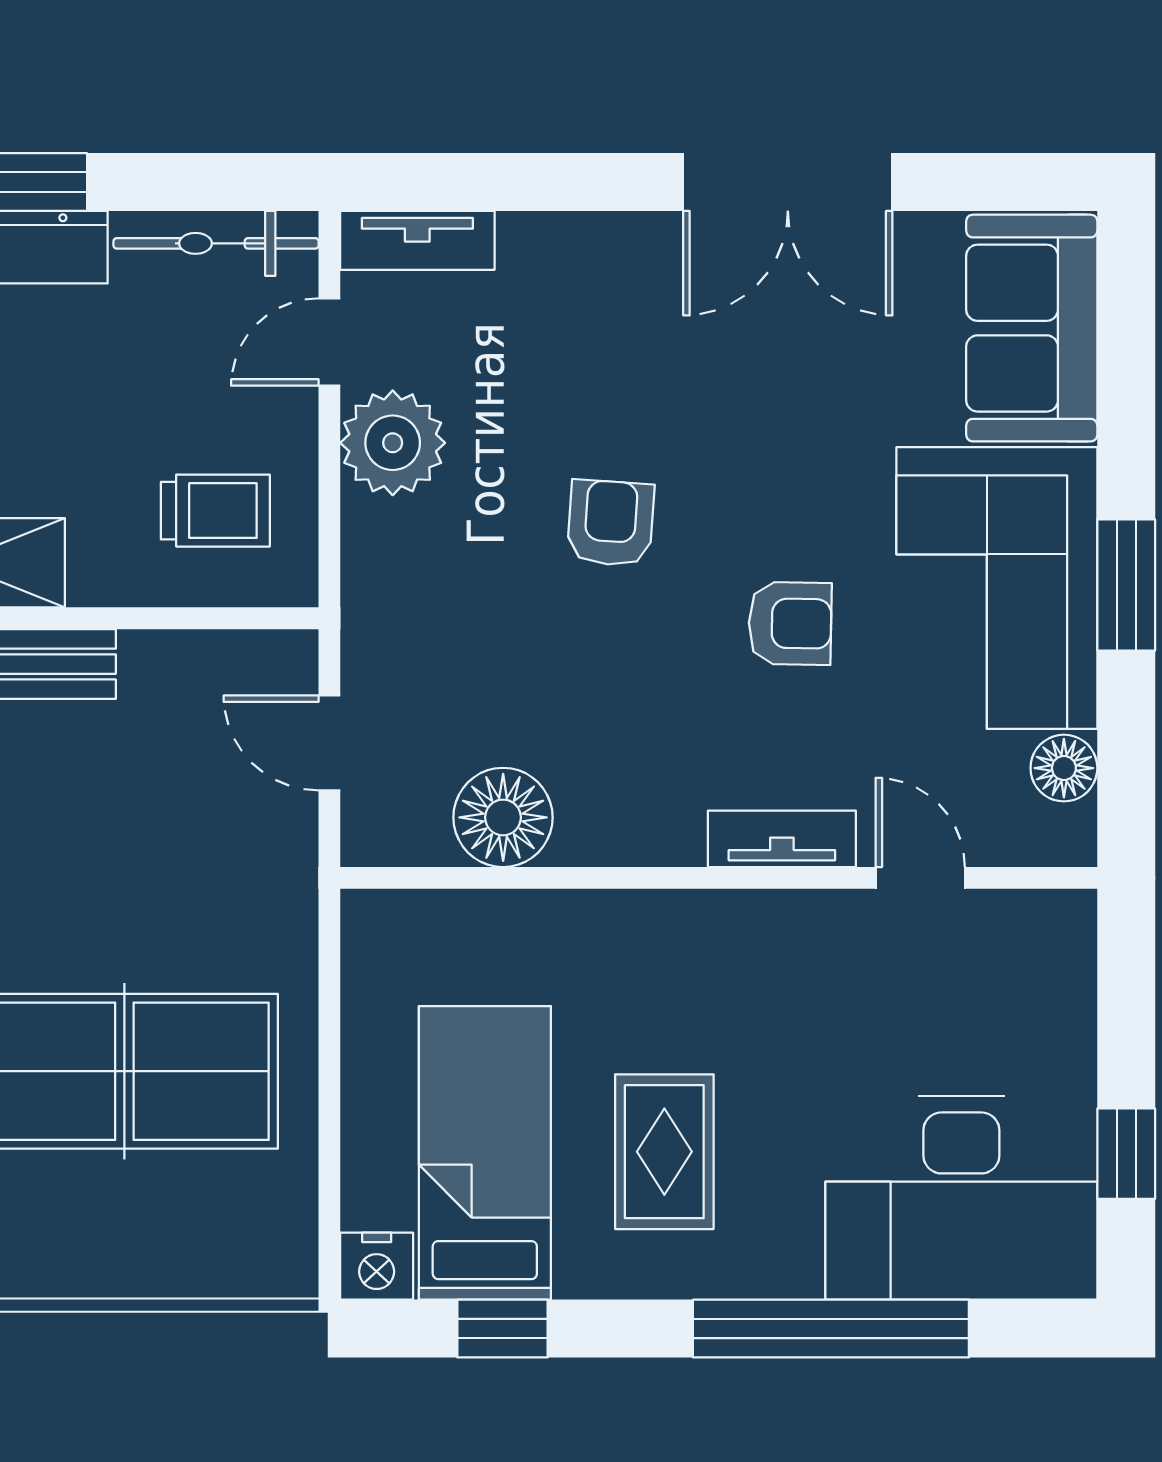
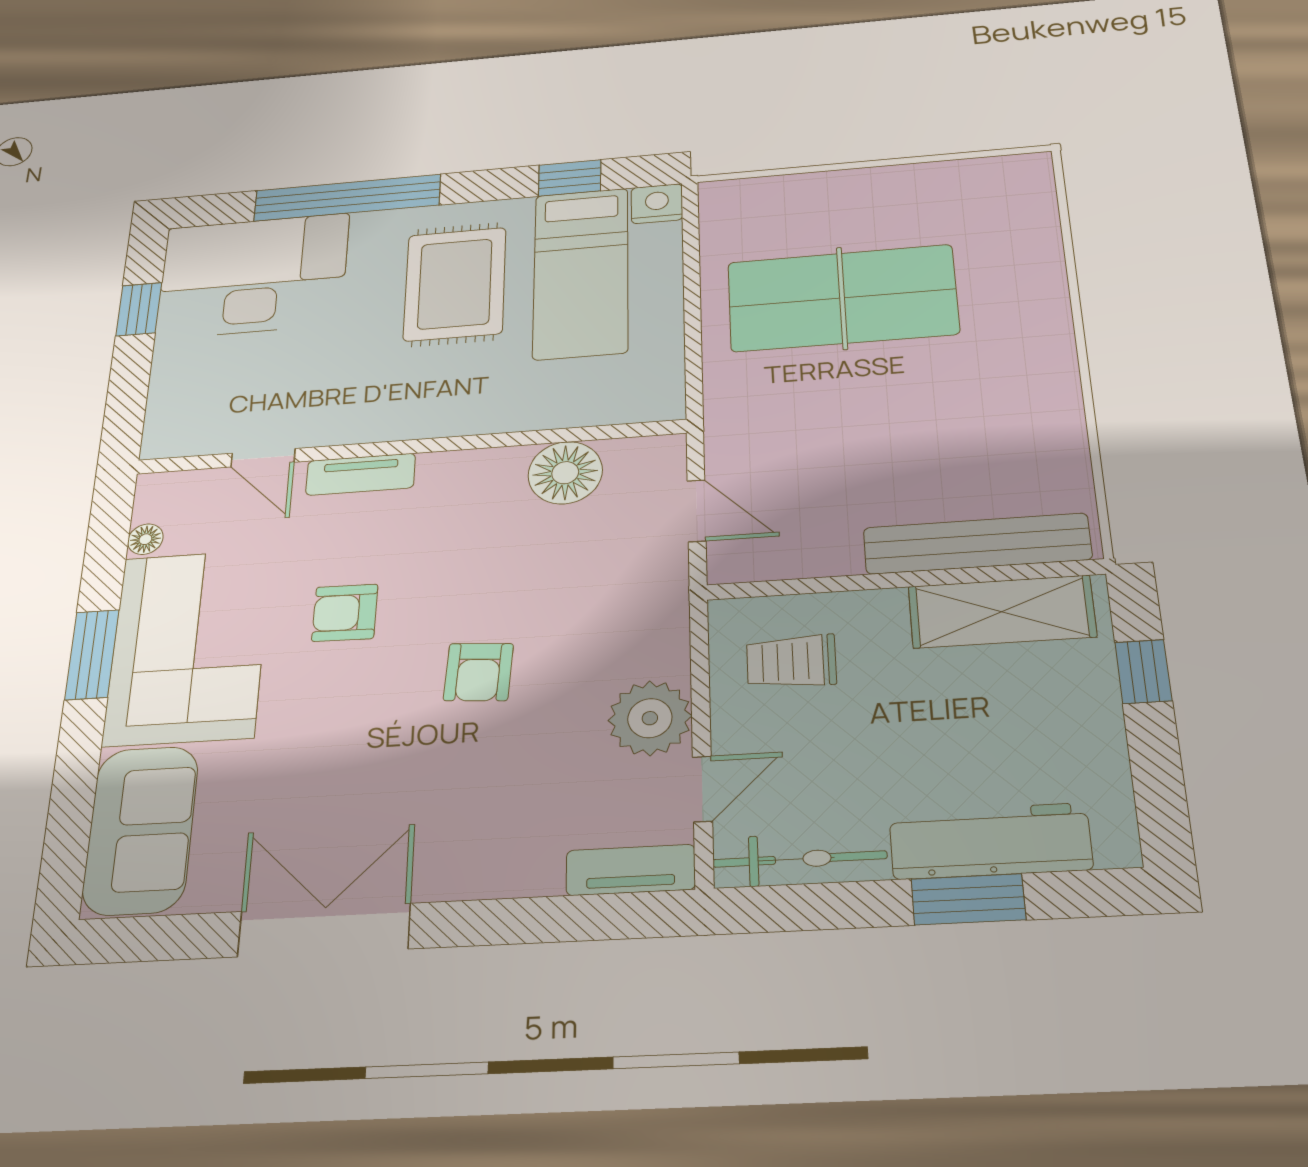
floor lamp: (1064, 768) -> (145, 539), width x0.73, depth x0.73
rug: (664, 1152) -> (455, 284), width x1.36, depth x1.43

